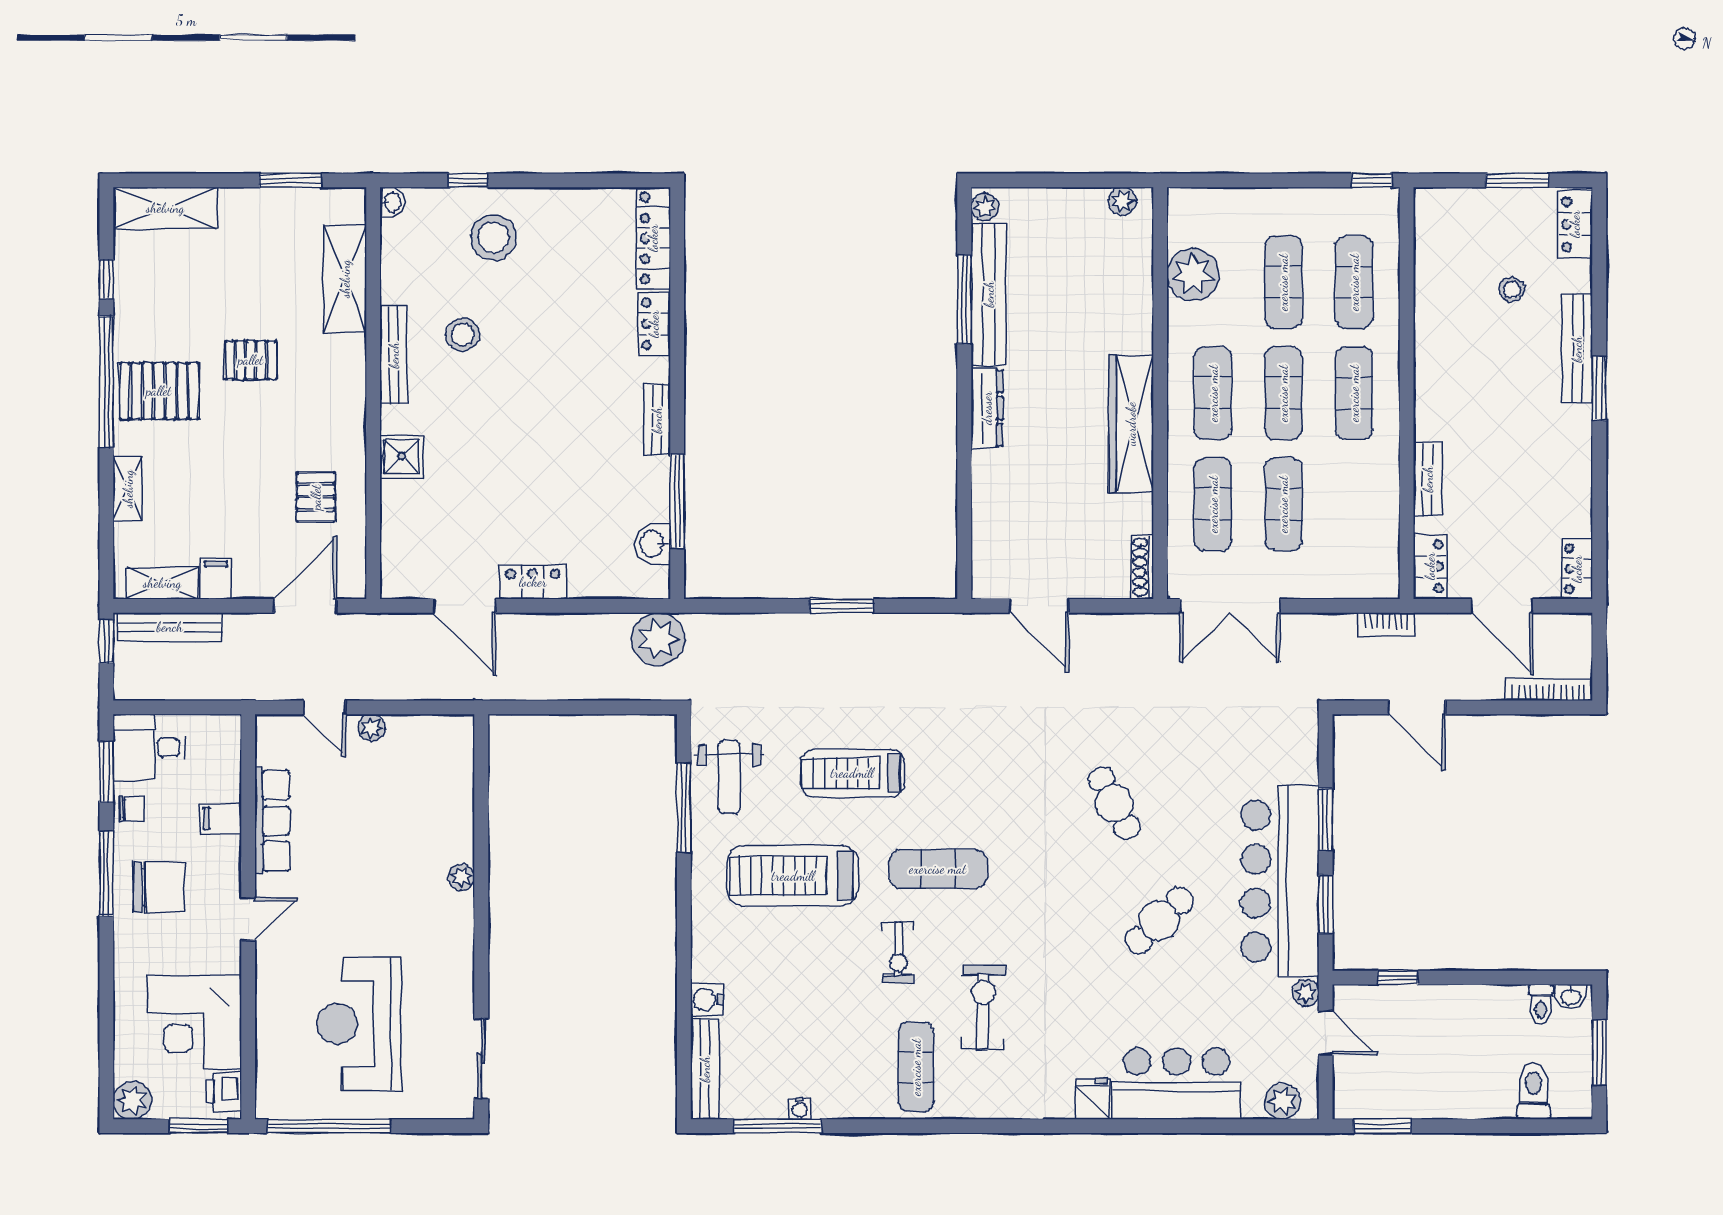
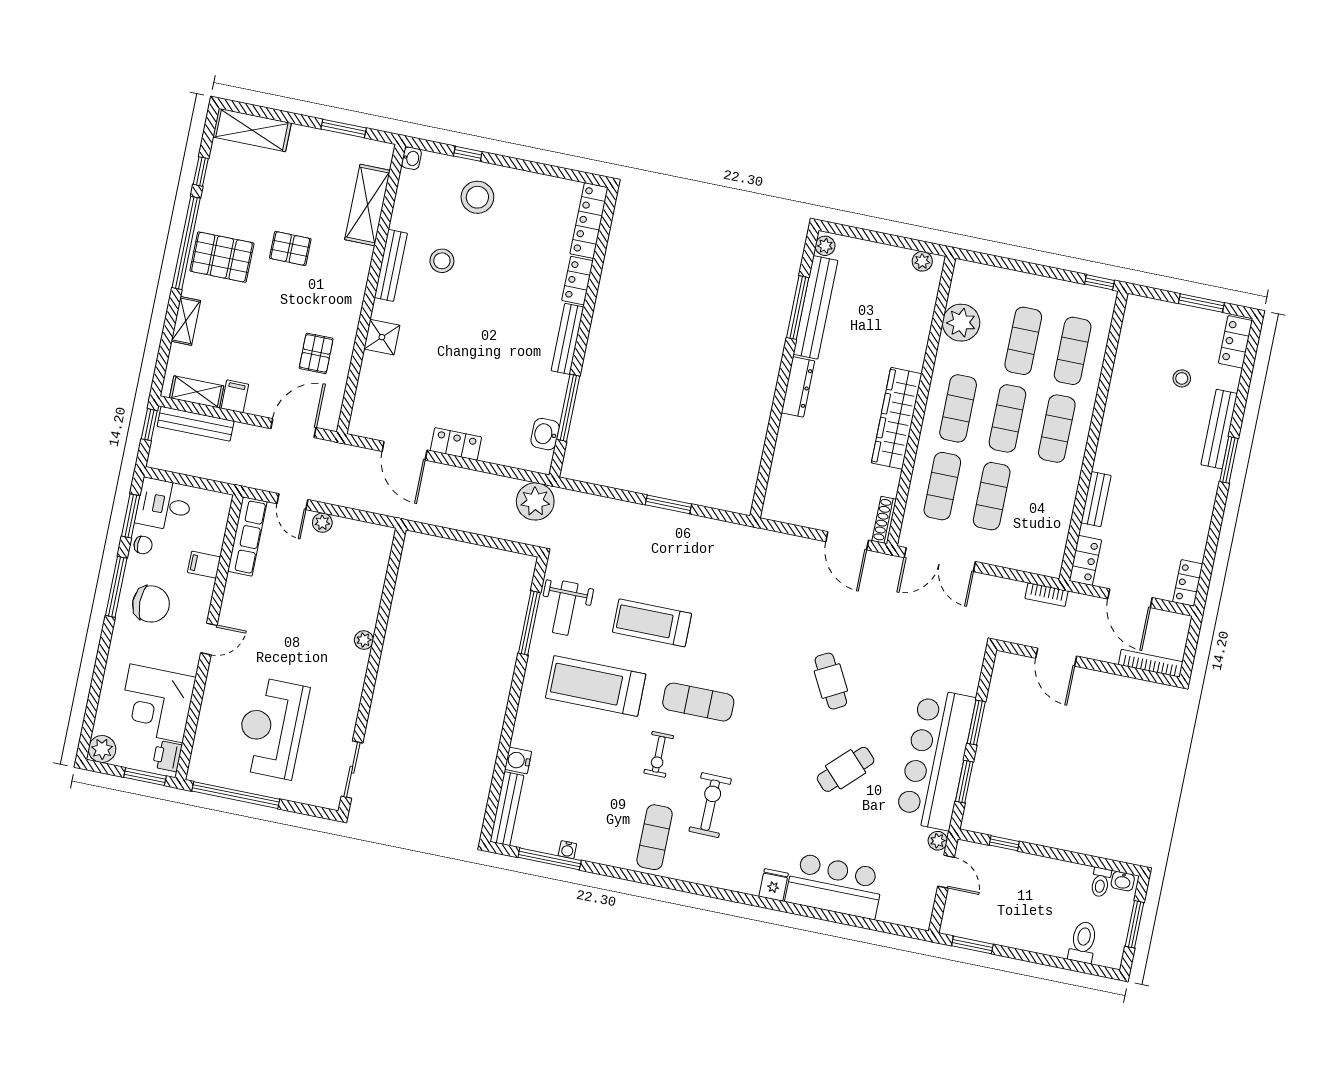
bench: (657, 420) -> (567, 339), width x1.36
door: (1039, 606) -> (847, 541), moved
row of seats: (272, 821) -> (247, 536), moved
plant: (1283, 1101) -> (906, 913), removed

